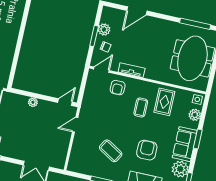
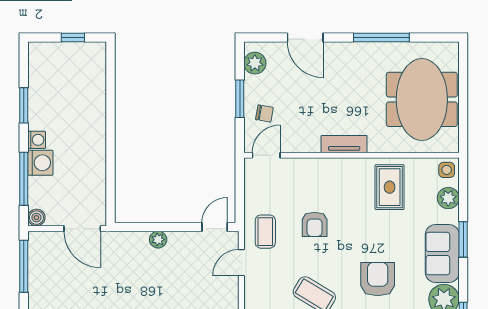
door: (137, 11) -> (305, 37), hinge flipped
window: (195, 24) -> (381, 37), moved
plant: (104, 29) -> (255, 63), moved
tv unit: (132, 70) -> (344, 144), moved
armchair: (118, 88) -> (315, 224), moved
coffee table: (141, 107) -> (265, 232), moved

